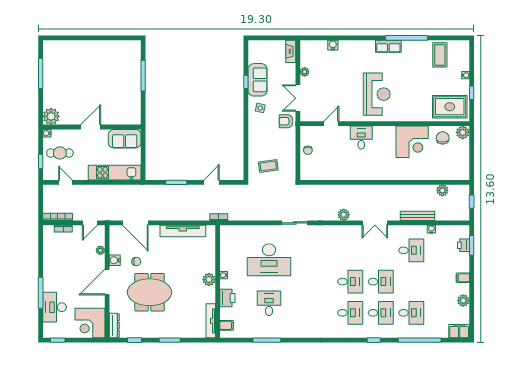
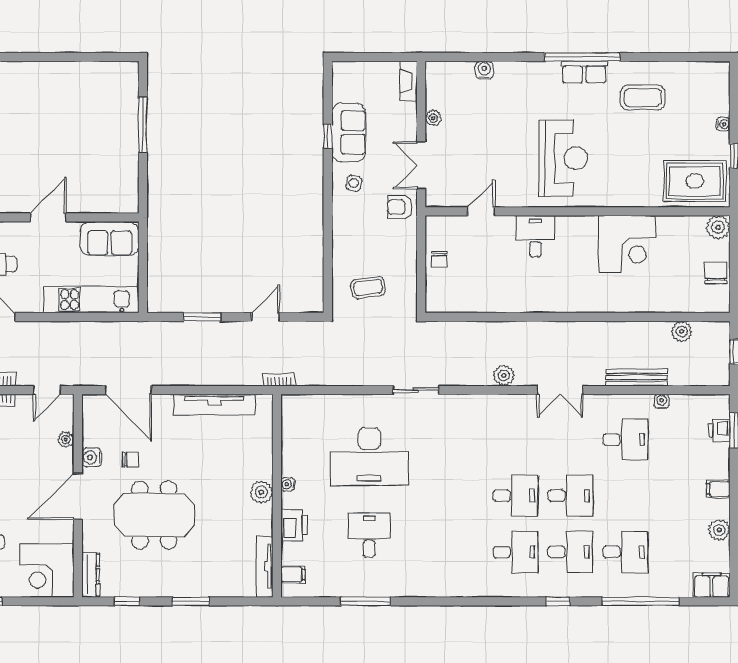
window: (407, 38) -> (582, 57), moved
coffee table: (440, 55) -> (643, 98), moved, turned 90
chair: (443, 138) -> (716, 272), moved

